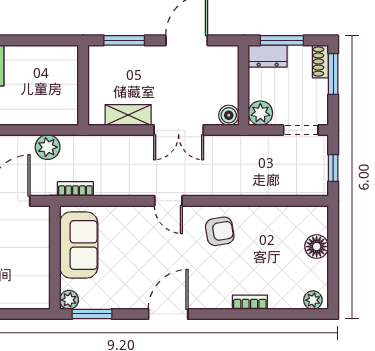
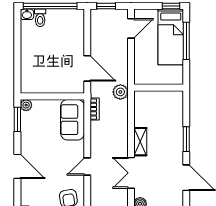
wall: (83, 85) -> (159, 88), moved
sofa: (79, 245) -> (73, 120), moved, turned 90

